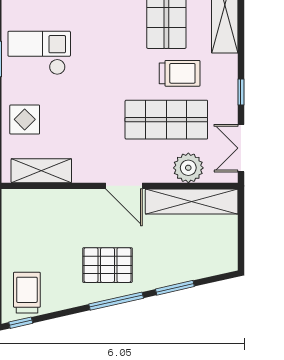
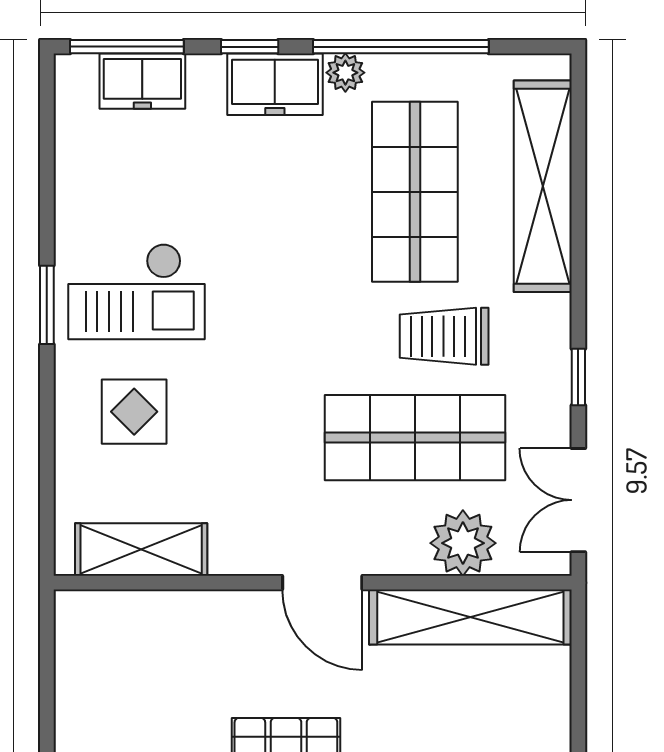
checkout: (39, 53) -> (136, 291), turned 180
trolley: (180, 73) -> (444, 336), turned 180
display table: (25, 119) -> (134, 412), moved

